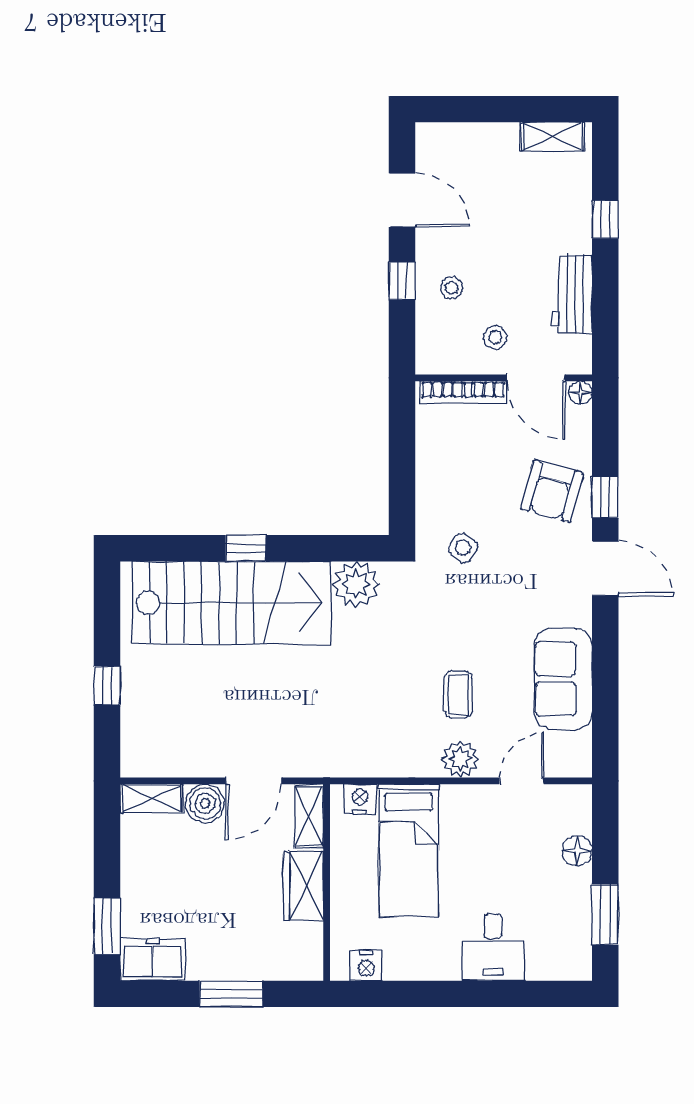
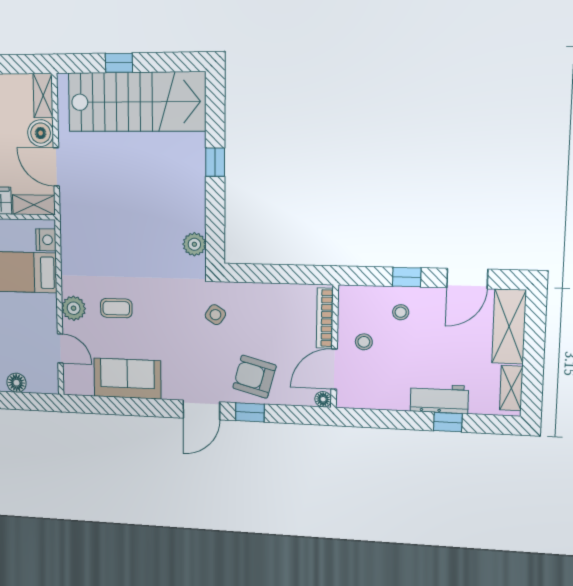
shelving: (467, 143) -> (509, 327), added
workbench: (572, 294) -> (439, 399), moved
plant: (356, 584) -> (194, 244), width x0.73, depth x0.73
stairs: (231, 603) -> (137, 102), moved, turned -90

